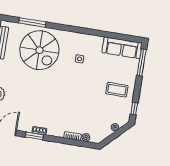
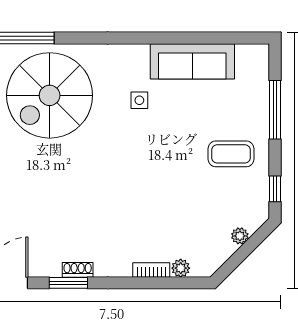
sofa: (122, 48) -> (192, 61), moved
spiral stairs: (39, 50) -> (50, 95), turned 90
window: (142, 62) -> (275, 110), moved

